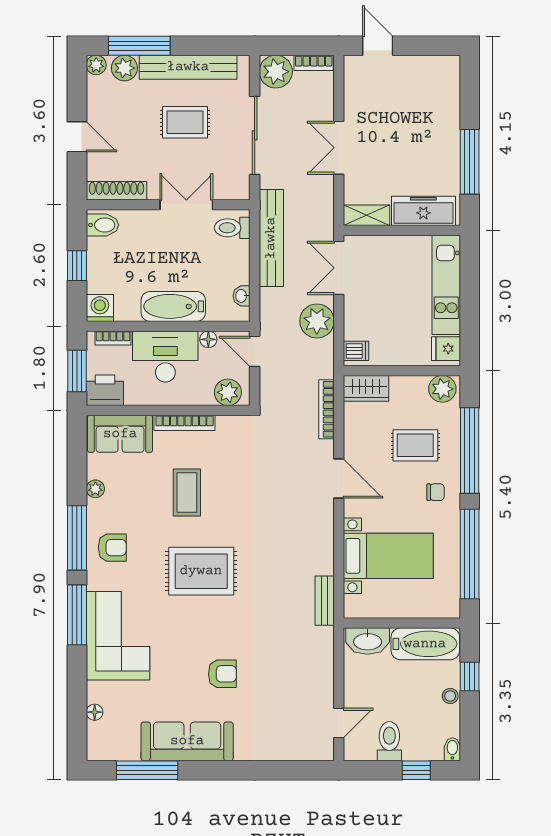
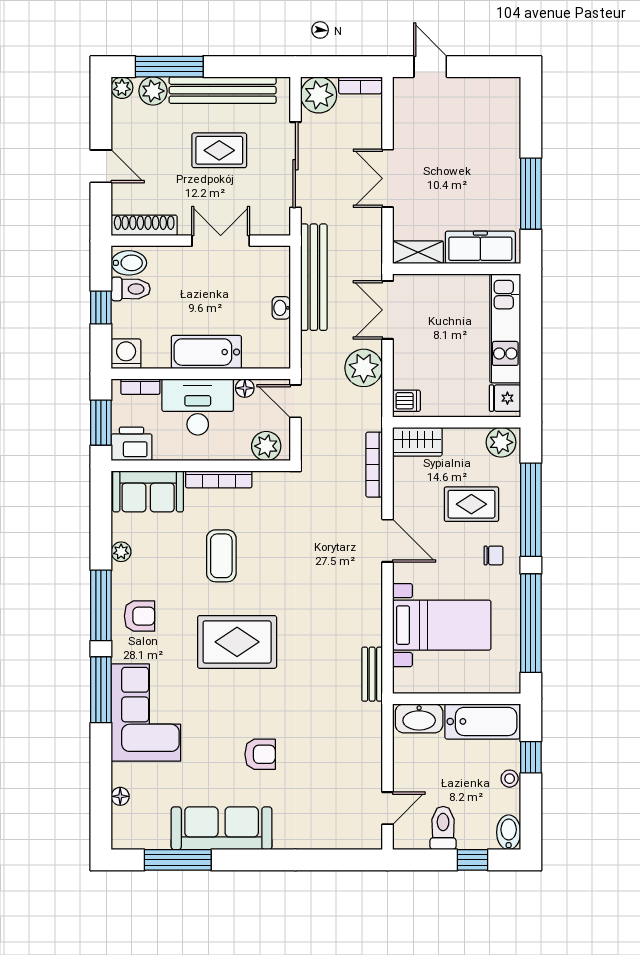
toilet: (232, 228) -> (131, 289), moved, turned 180
washbasin: (242, 296) -> (281, 308), moved
bidet: (452, 749) -> (509, 832), width x1.38, depth x1.36

